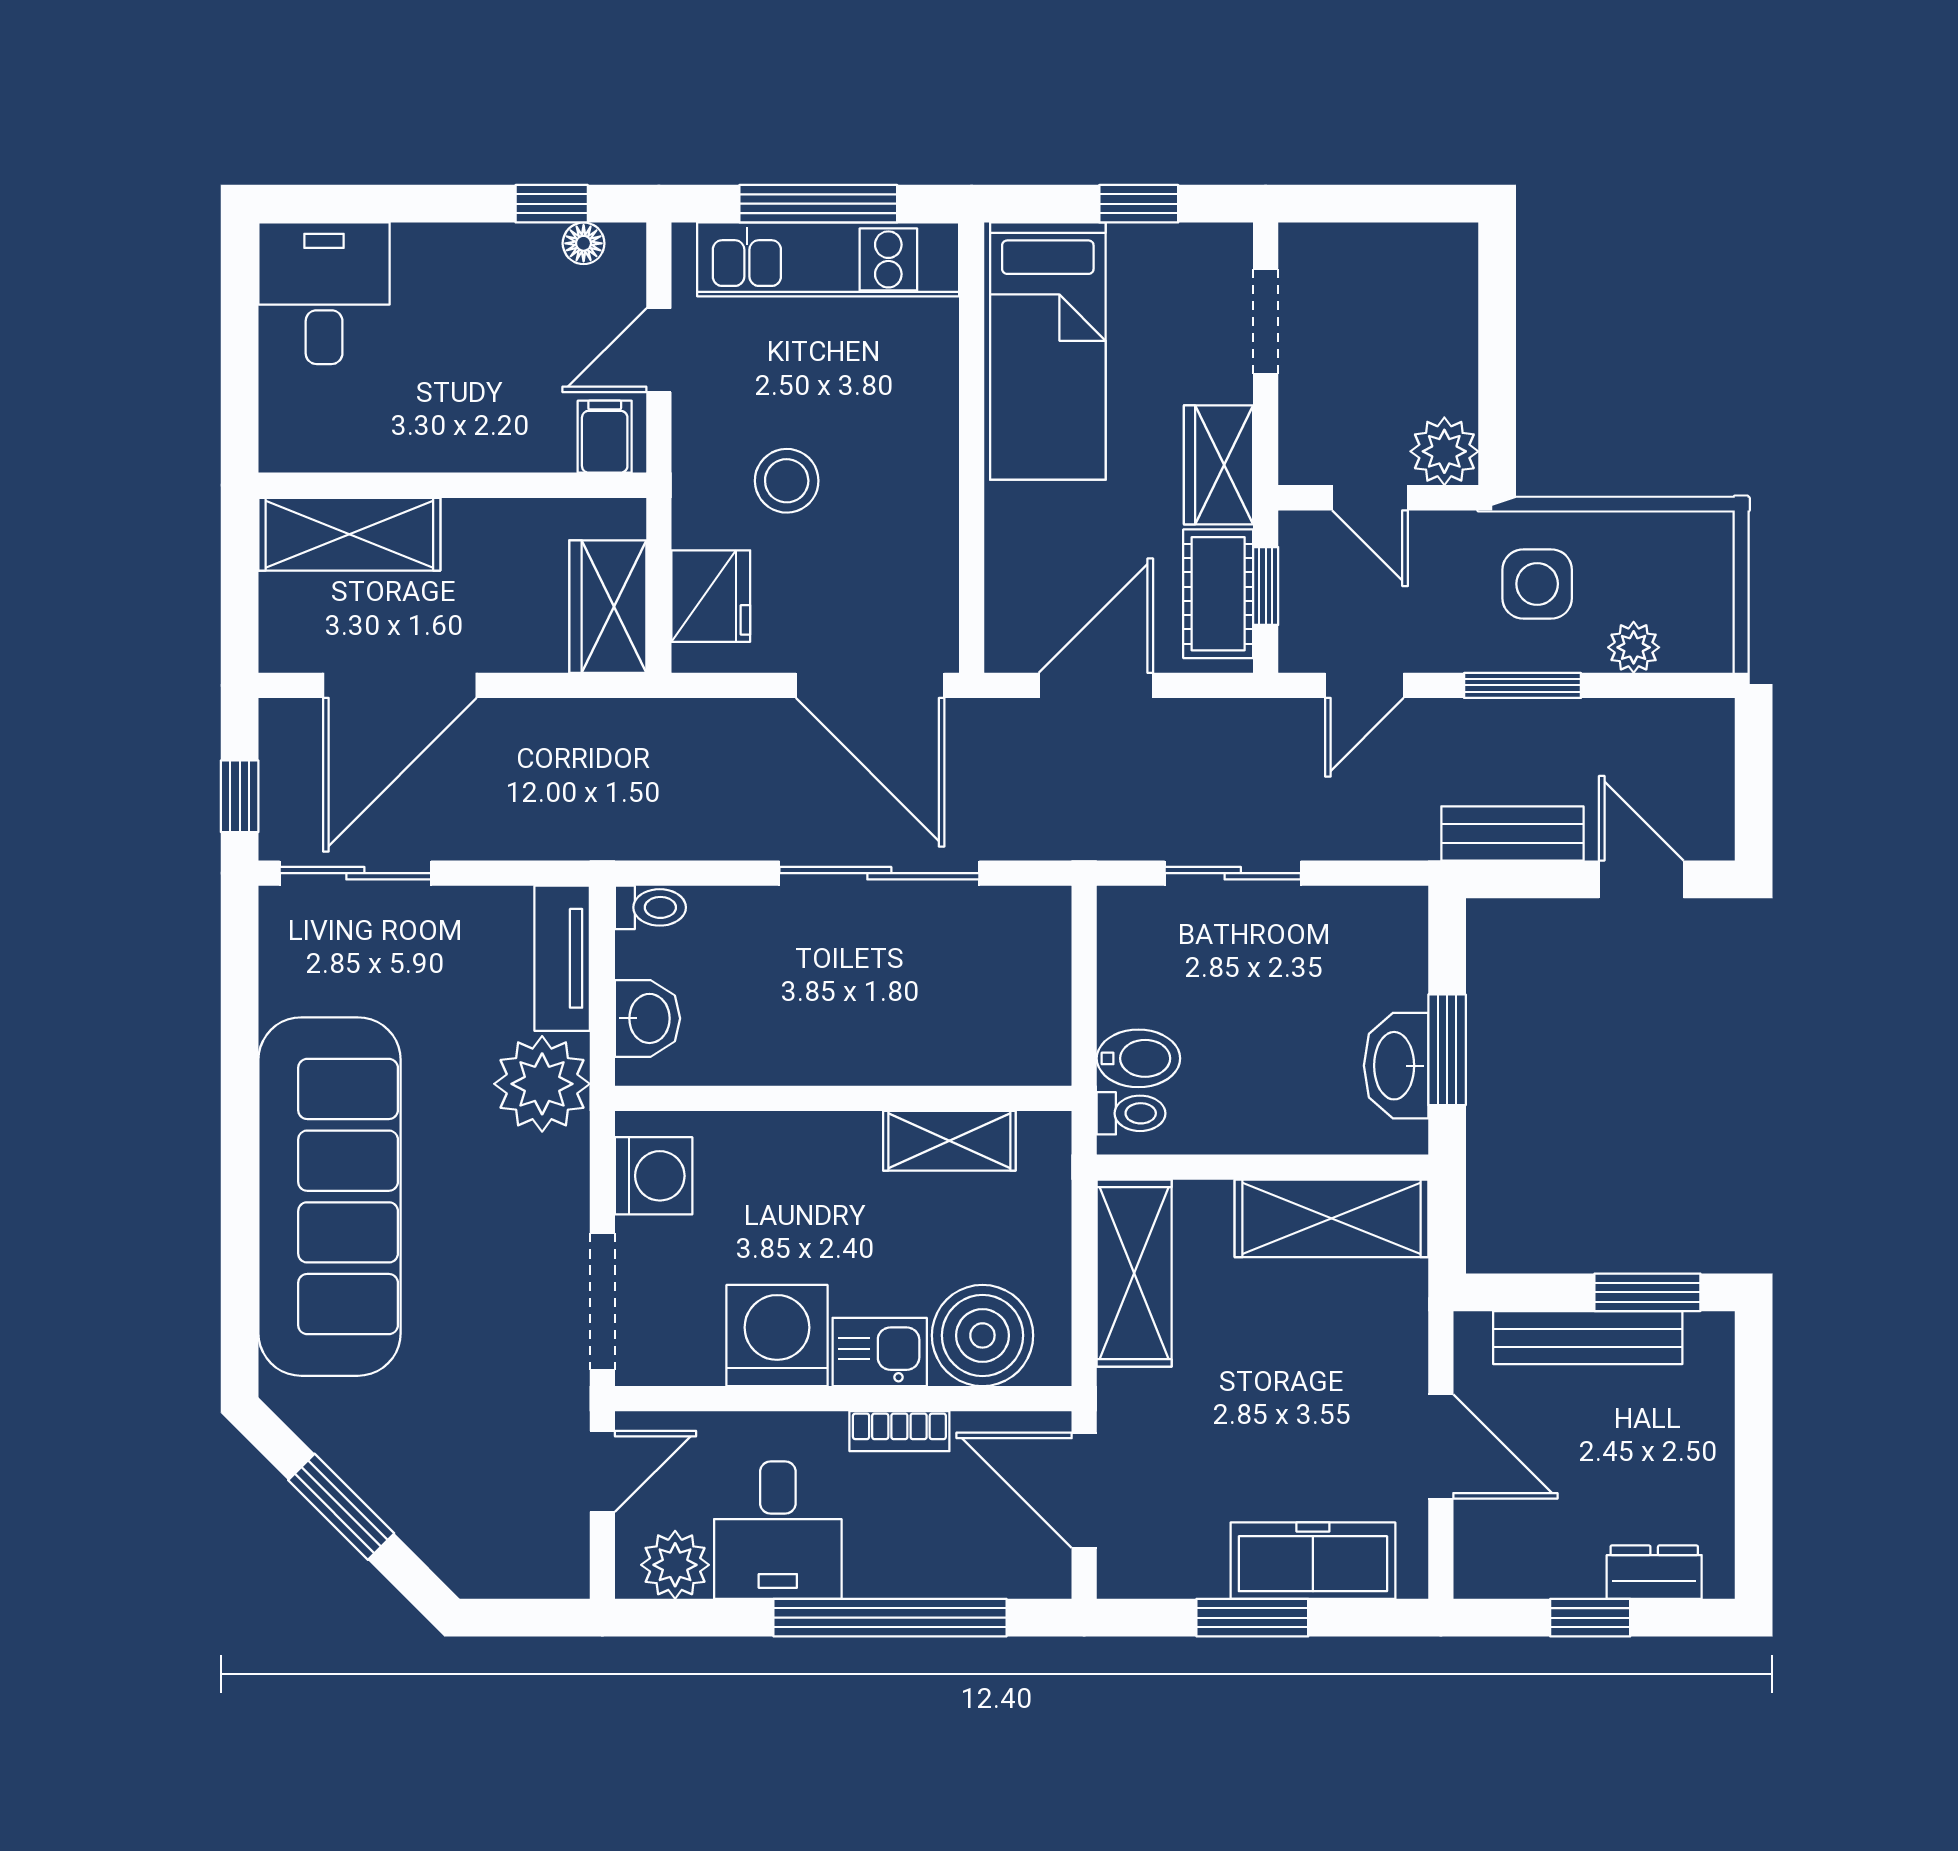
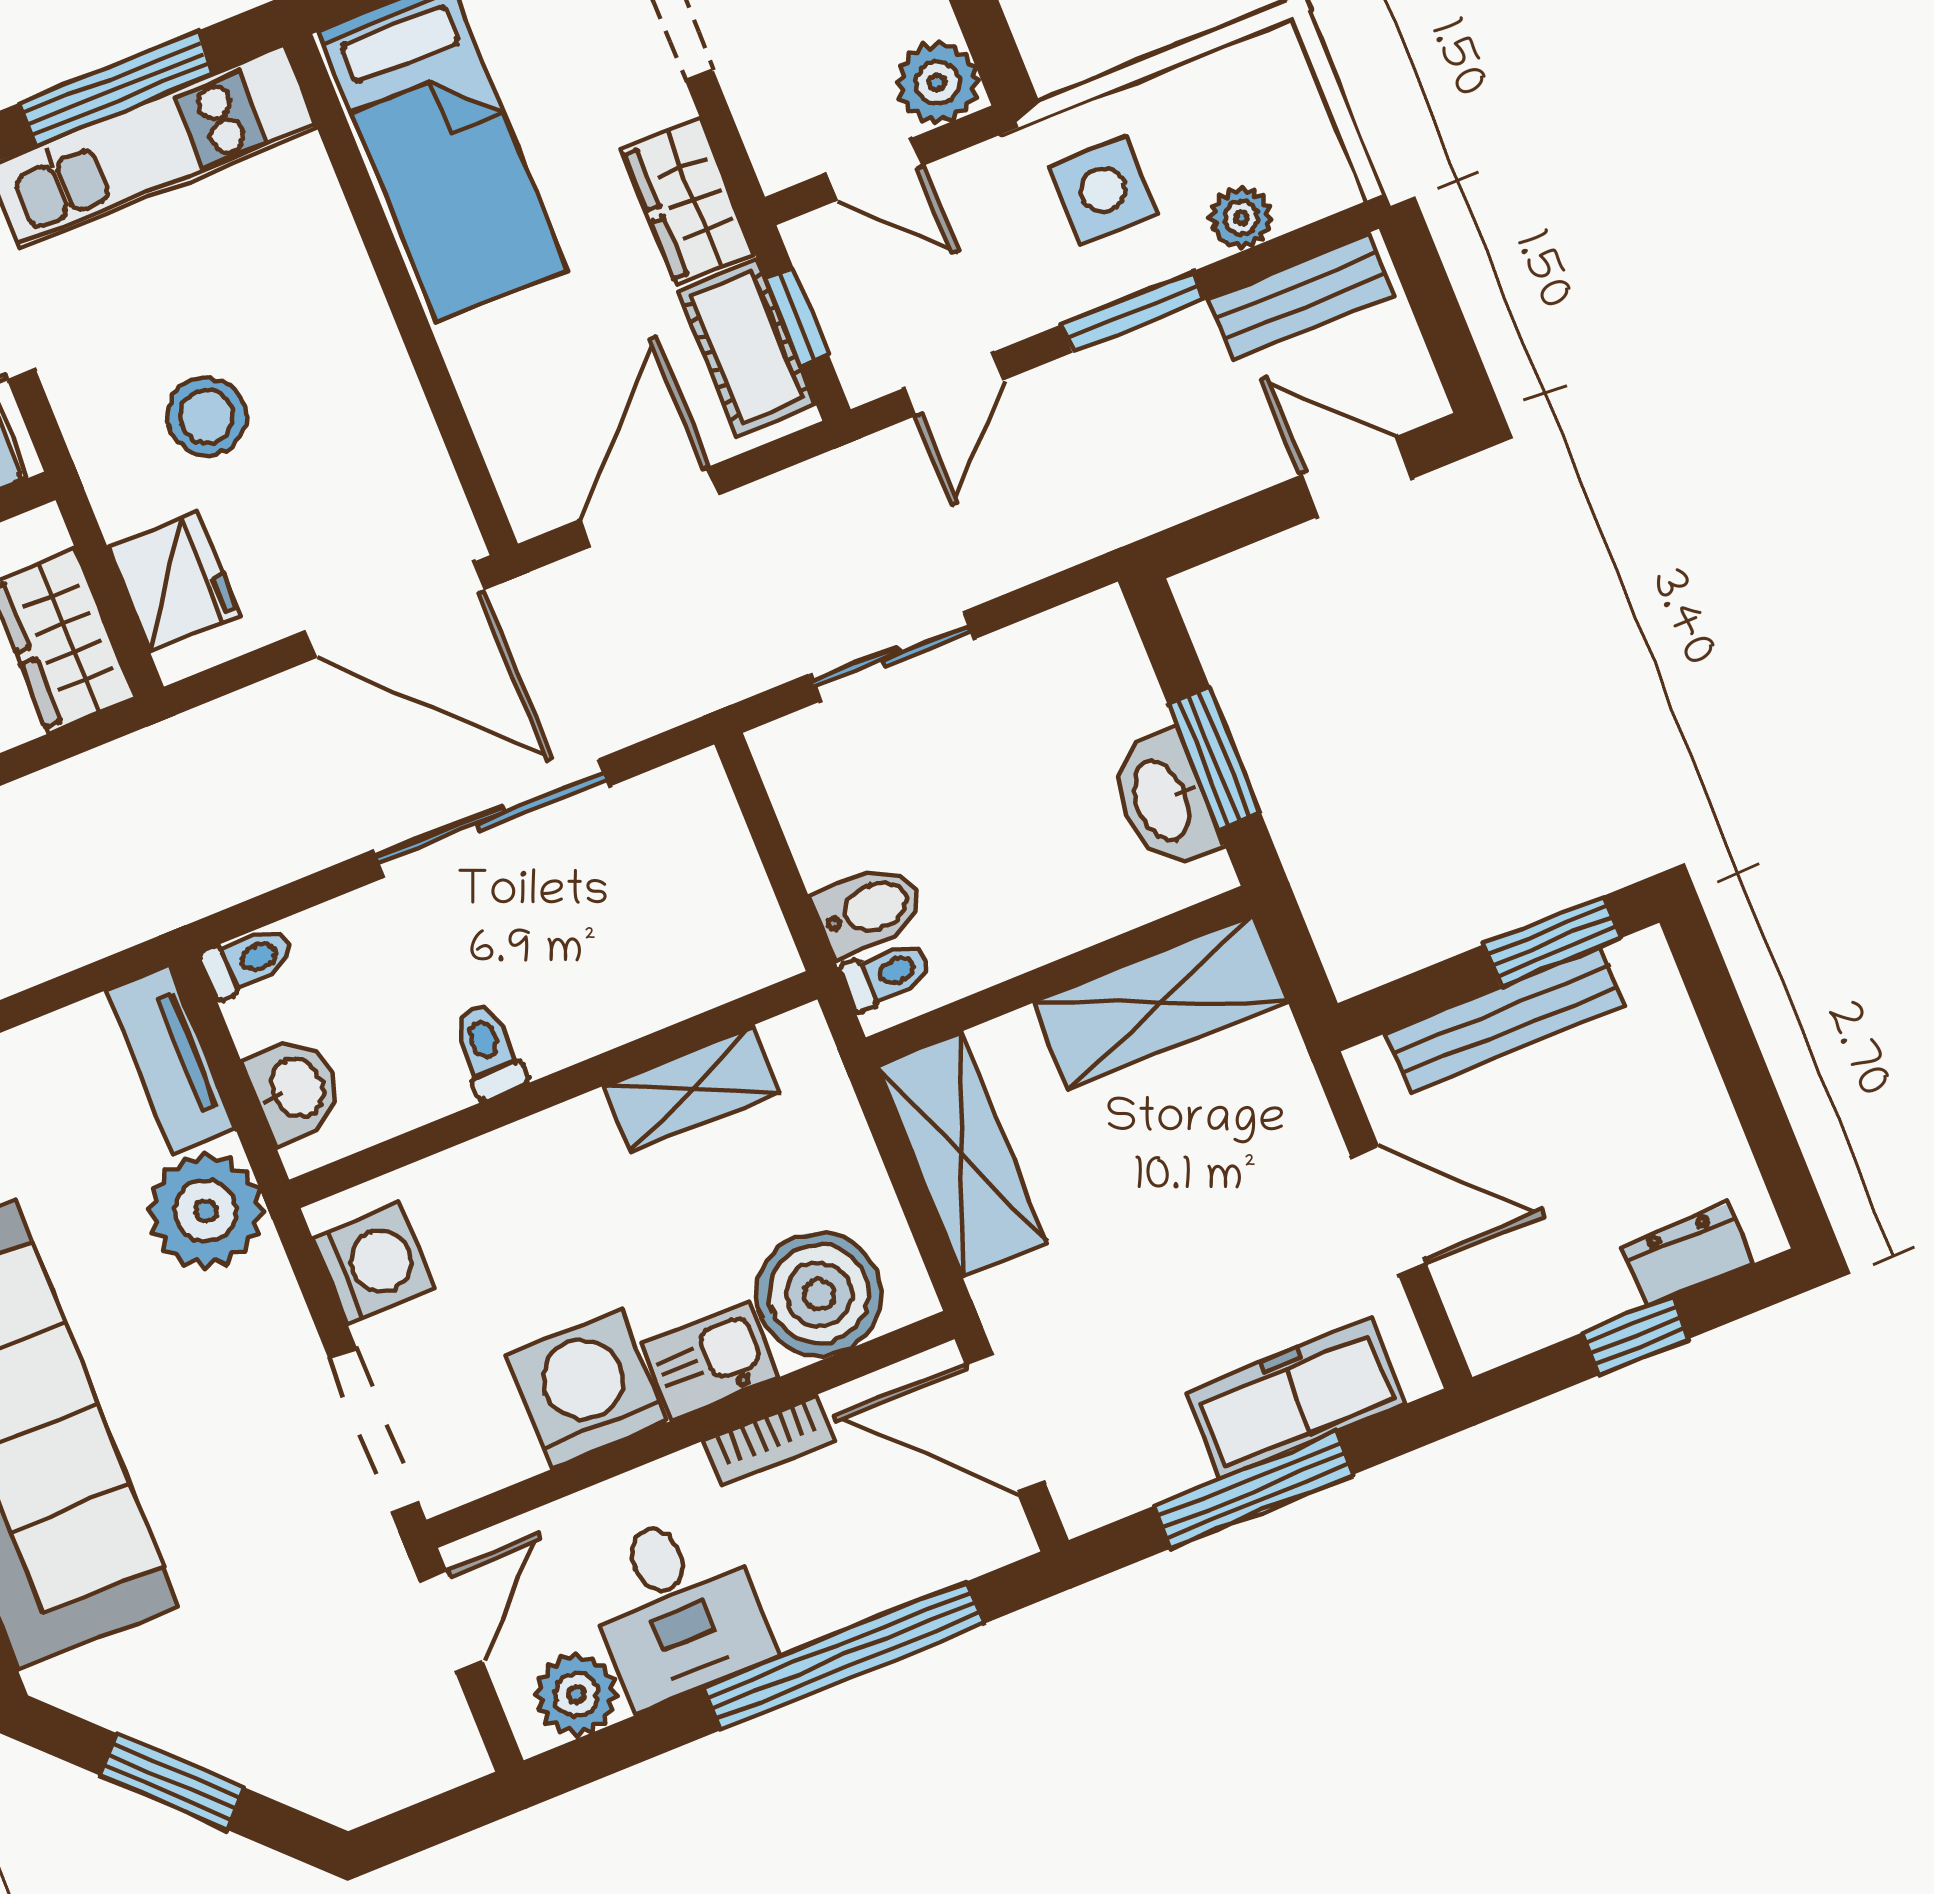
bench: (1512, 833) -> (1301, 296), moved
toilet: (806, 1049) -> (488, 1051), added
window: (1252, 1618) -> (1253, 1490), width x1.44

